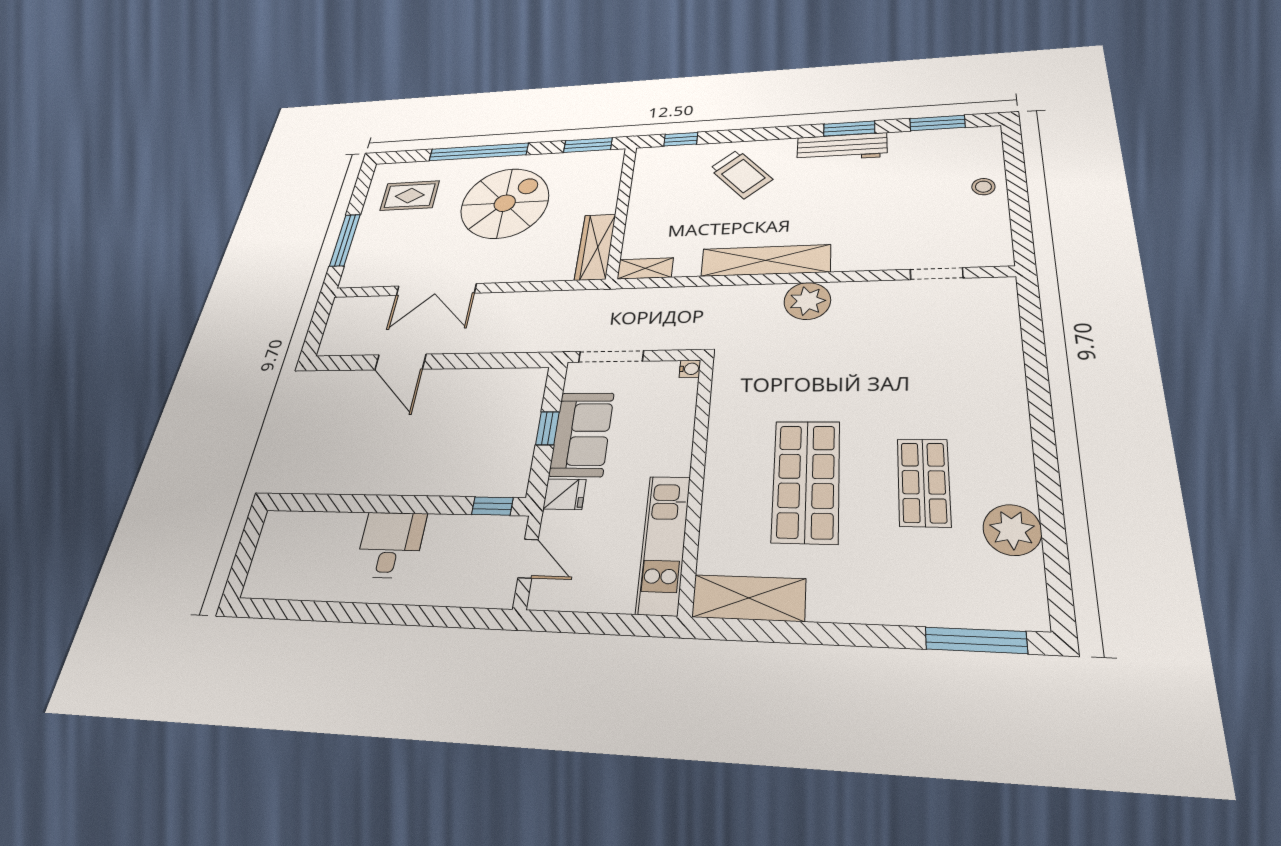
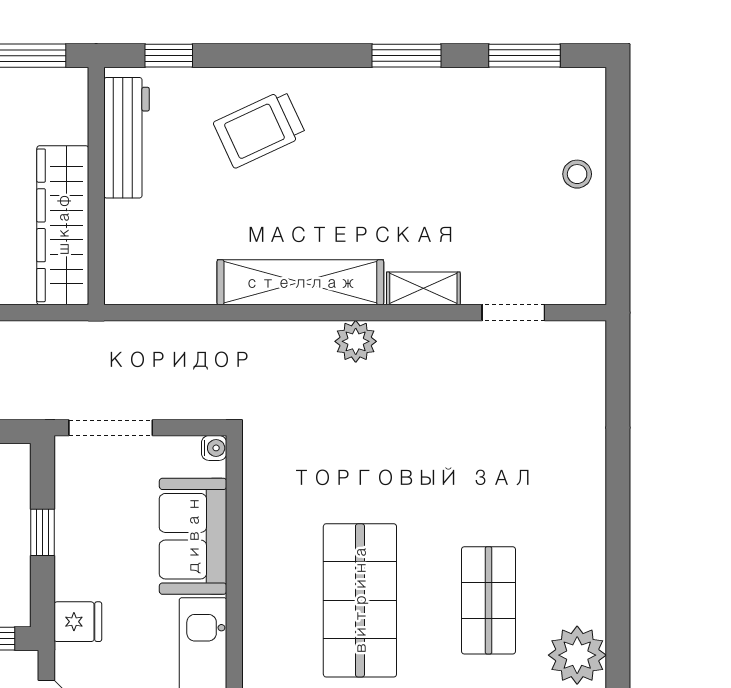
workbench: (842, 147) -> (127, 138), moved, turned -90
trolley: (741, 174) -> (260, 129), turned 106
wardrobe: (595, 247) -> (63, 225), width x1.40, depth x1.17
shelving: (645, 268) -> (423, 288), moved
plant: (807, 301) -> (356, 341), width x0.73, depth x0.73
sofa: (582, 434) -> (193, 536), moved, turned 180

